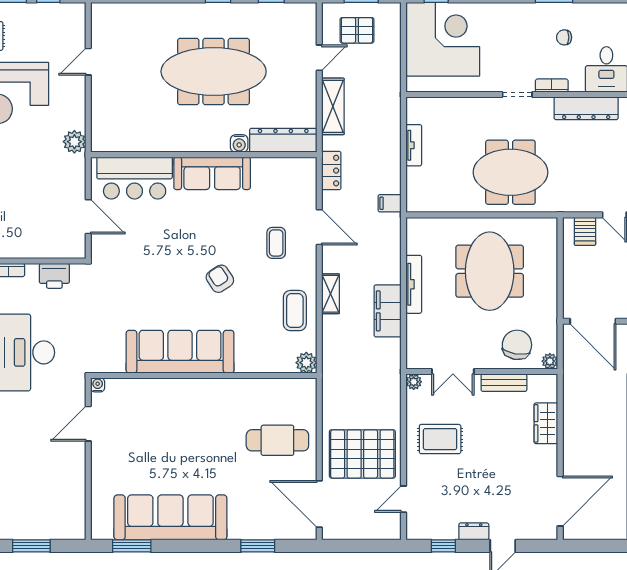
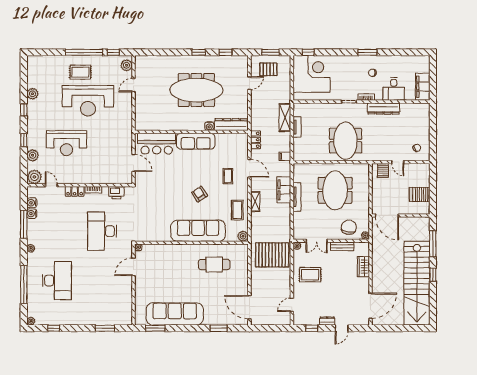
shelving: (333, 106) -> (285, 118), moved
plant: (74, 142) -> (127, 65), moved
meeting table: (510, 172) -> (346, 141), turned 90
filing cabinet: (388, 311) -> (284, 190), moved
sofa: (180, 352) -> (198, 231), moved
cafe table: (277, 440) -> (214, 265), moved
pallet: (362, 454) -> (272, 255), moved

